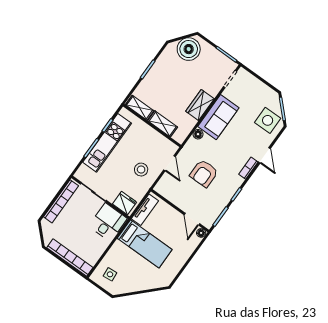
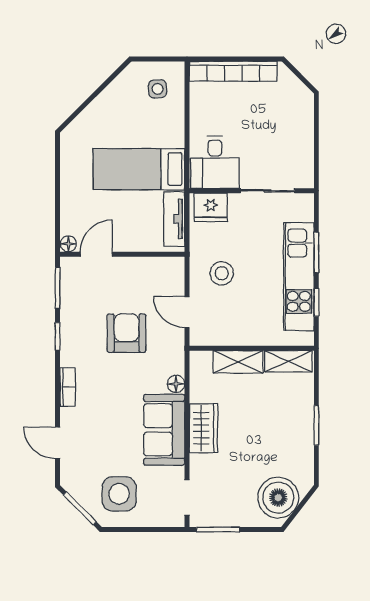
side table: (268, 120) -> (119, 494), moved
door: (264, 155) -> (58, 443), moved
bookcase: (61, 201) -> (305, 144), removed
door: (192, 219) -> (96, 254), hinge flipped

